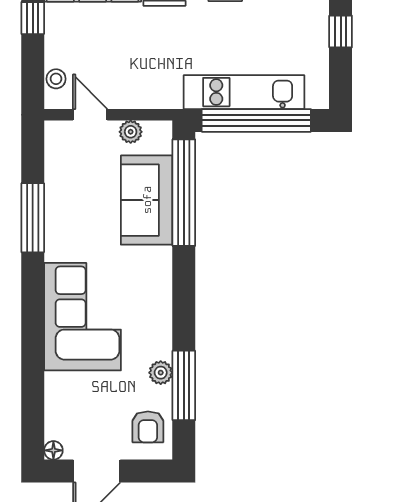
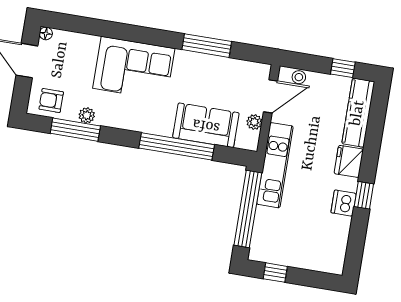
window: (341, 32) -> (275, 273), moved
kitchen unit: (244, 92) -> (275, 165), moved
door: (90, 115) -> (270, 96), width x1.38
window: (184, 193) -> (177, 146), moved

